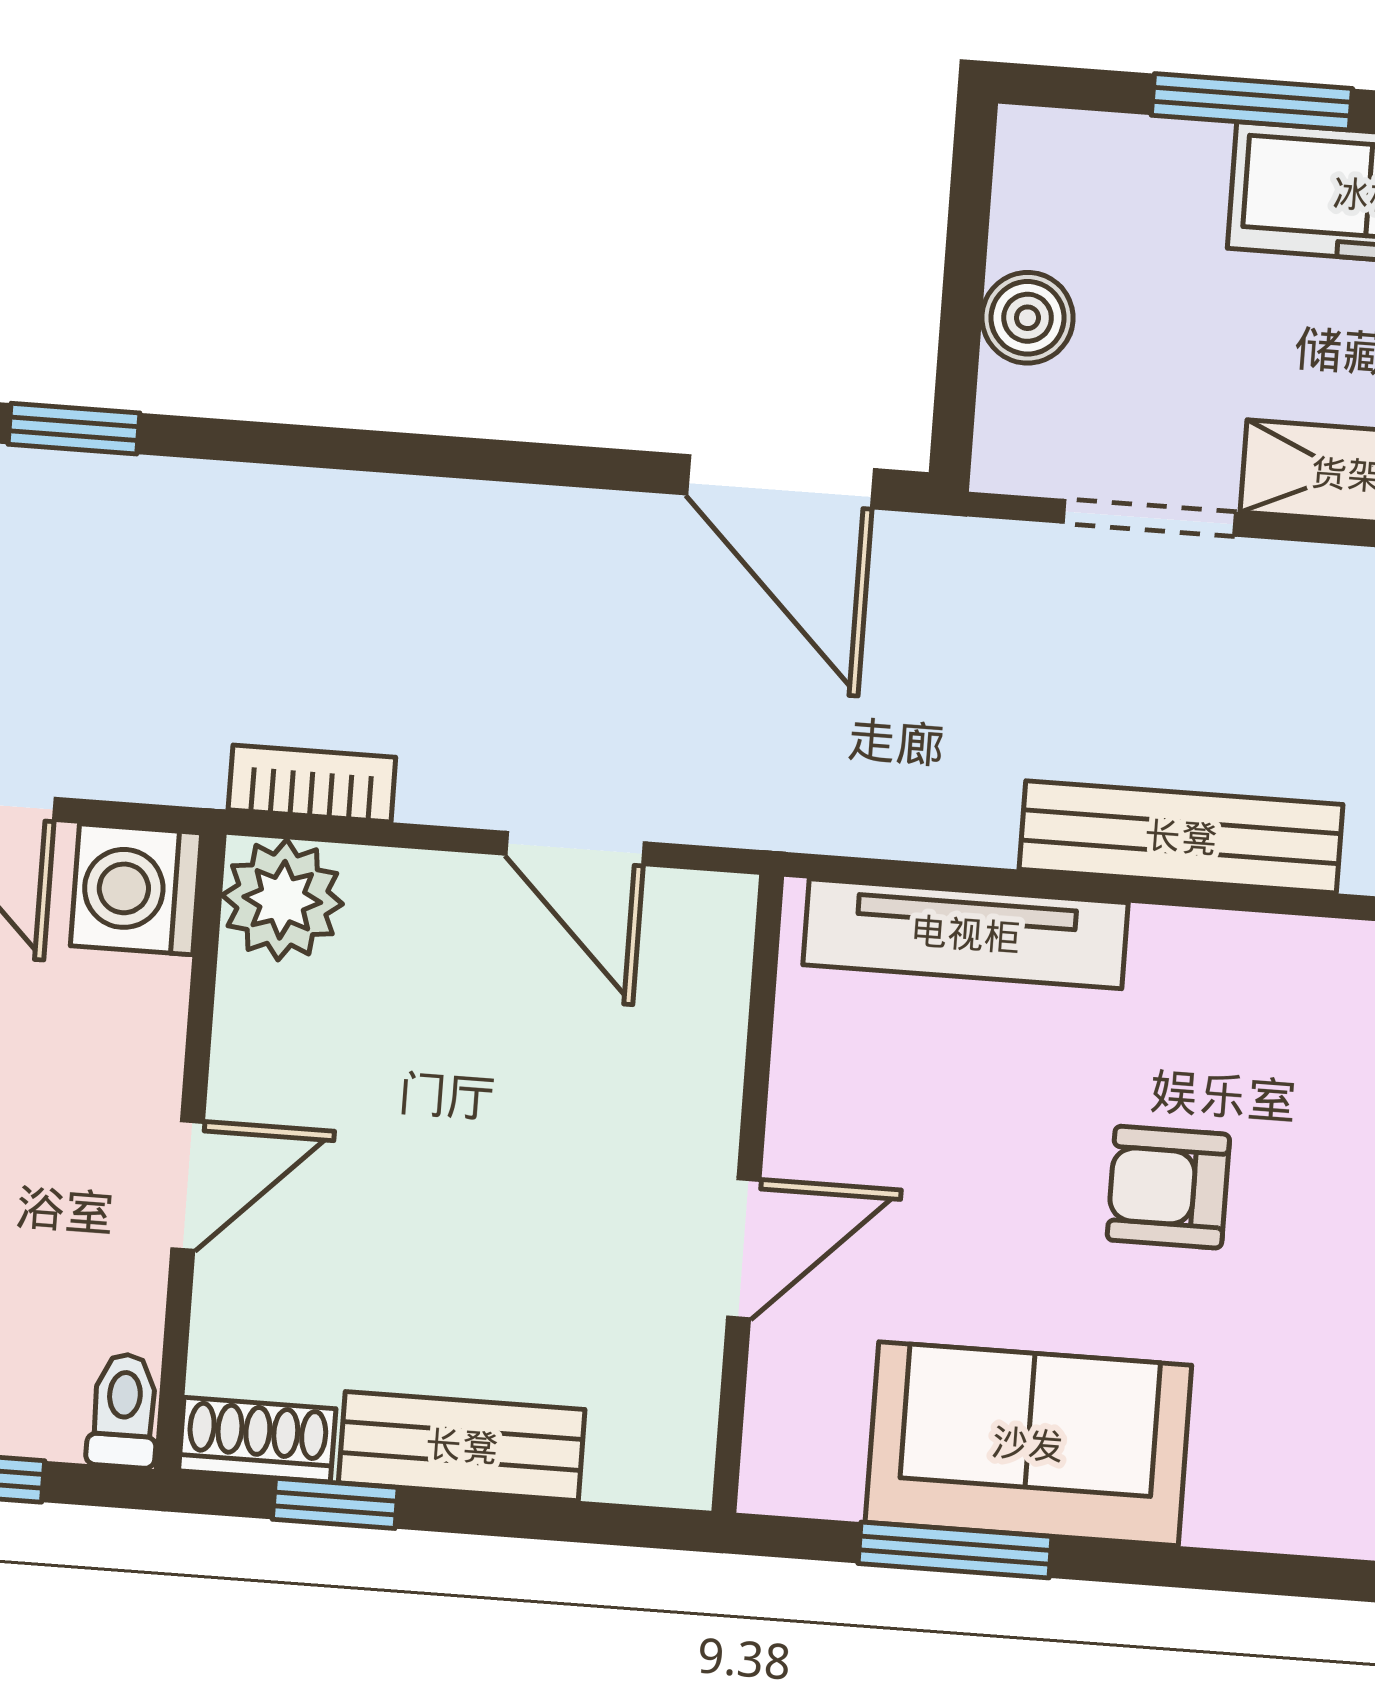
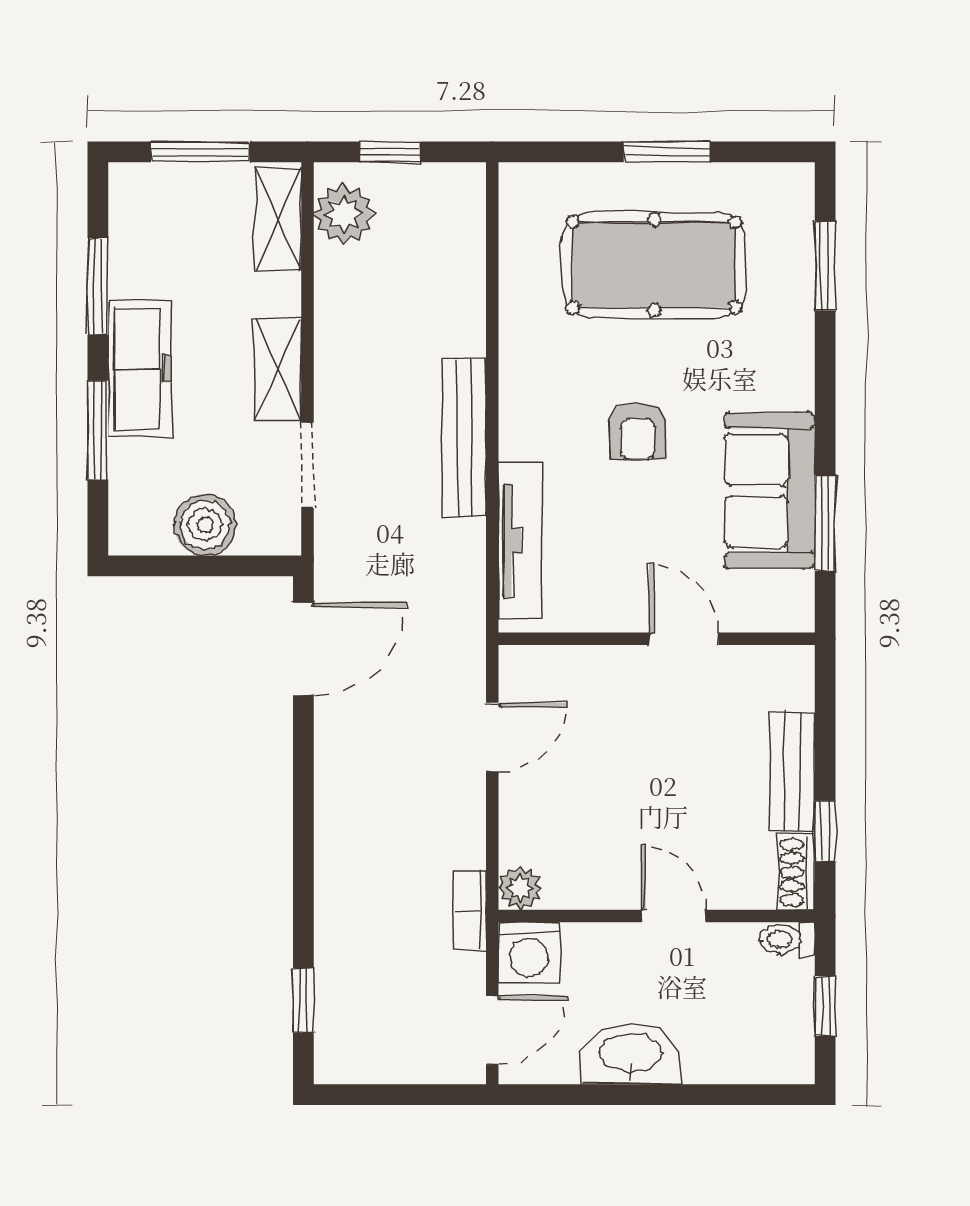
boiler: (1028, 318) -> (205, 525), width x1.36, depth x1.36
bookcase: (312, 784) -> (470, 911), moved
plant: (282, 900) -> (520, 888), width x0.73, depth x0.73

